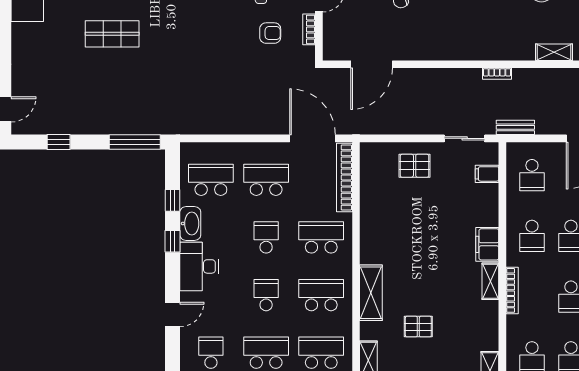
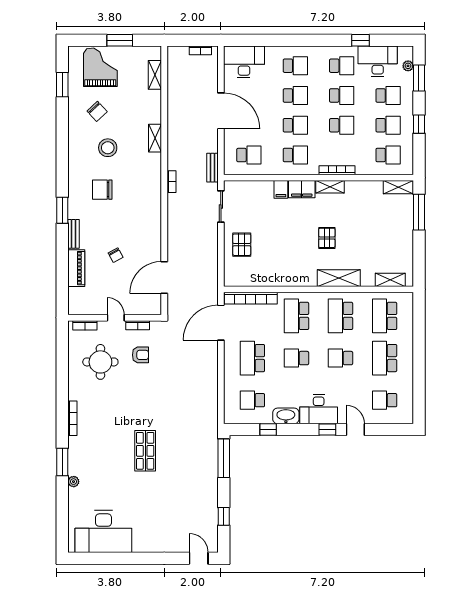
armchair: (270, 33) -> (140, 355), turned 90
shop shelf: (112, 34) -> (145, 451), moved
door: (372, 64) -> (164, 277), swing flipped
filing cabinet: (487, 174) -> (281, 189), moved
school desk: (211, 180) -> (252, 400), width x0.54
window: (172, 241) -> (327, 430), moved
pallet: (418, 327) -> (327, 238), moved

